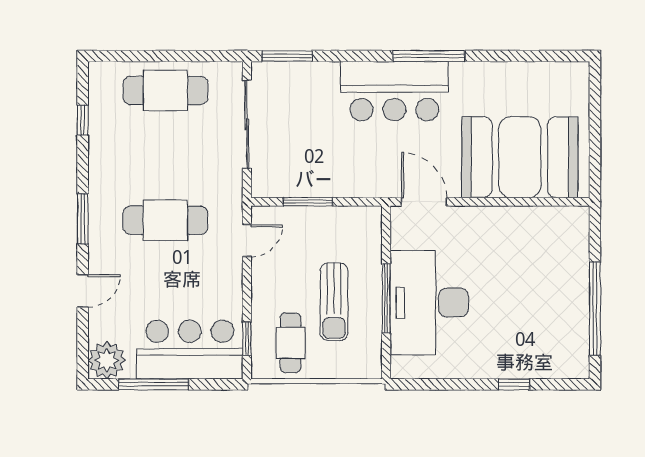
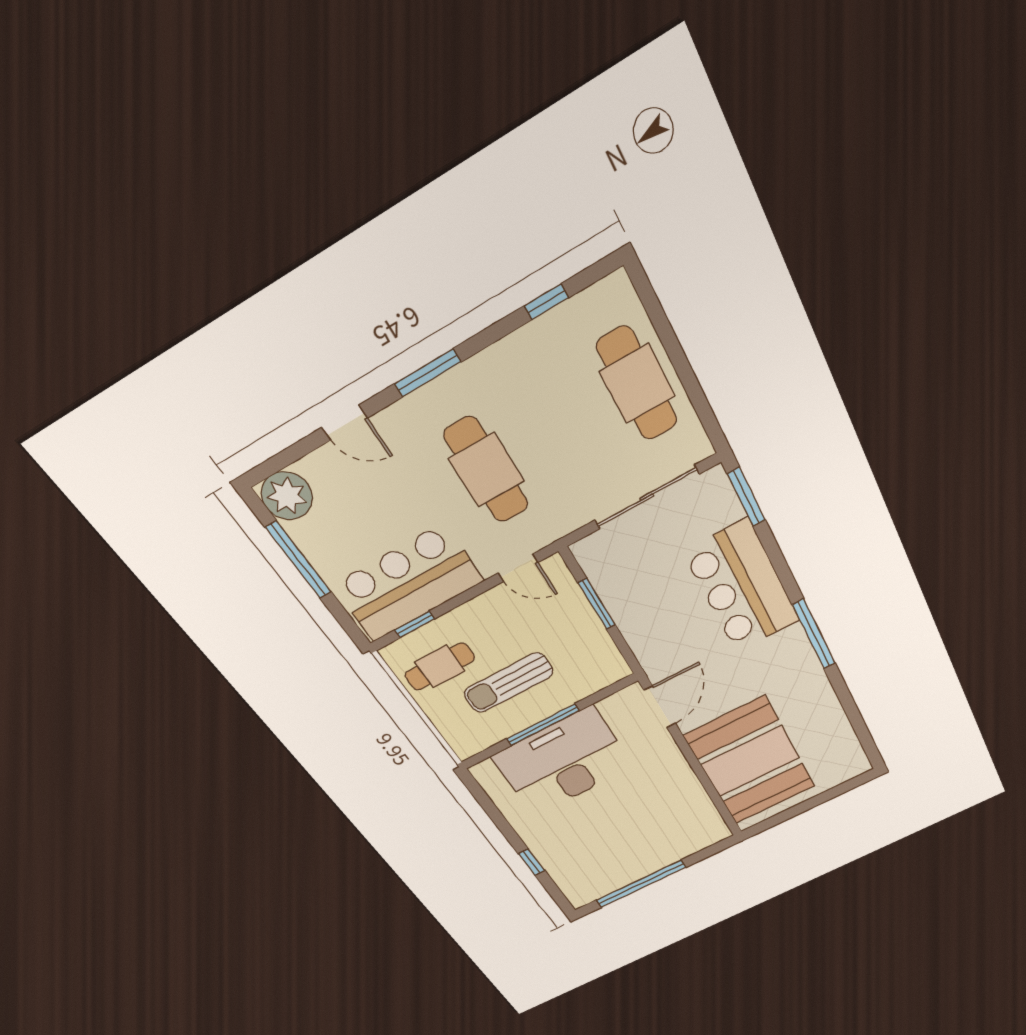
bar counter: (394, 91) -> (742, 587), moved
bar counter: (190, 350) -> (408, 583), moved, turned -90

